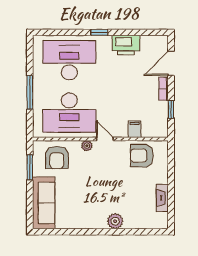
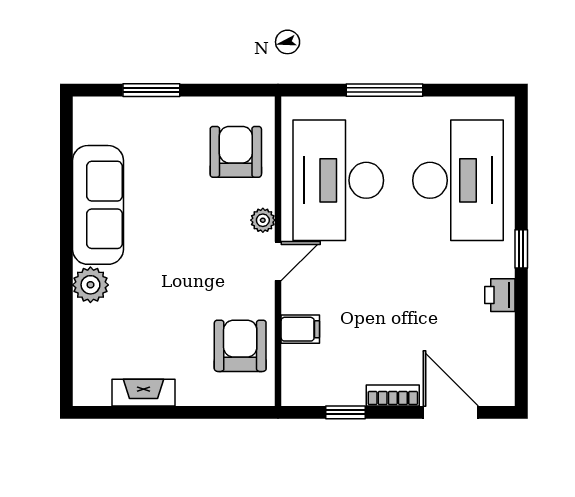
printer: (126, 45) -> (500, 295), width x0.53, depth x0.68
armchair: (57, 158) -> (236, 152), turned 90
window: (30, 167) -> (151, 90), moved
sofa: (44, 203) -> (98, 205), moved, turned -90

